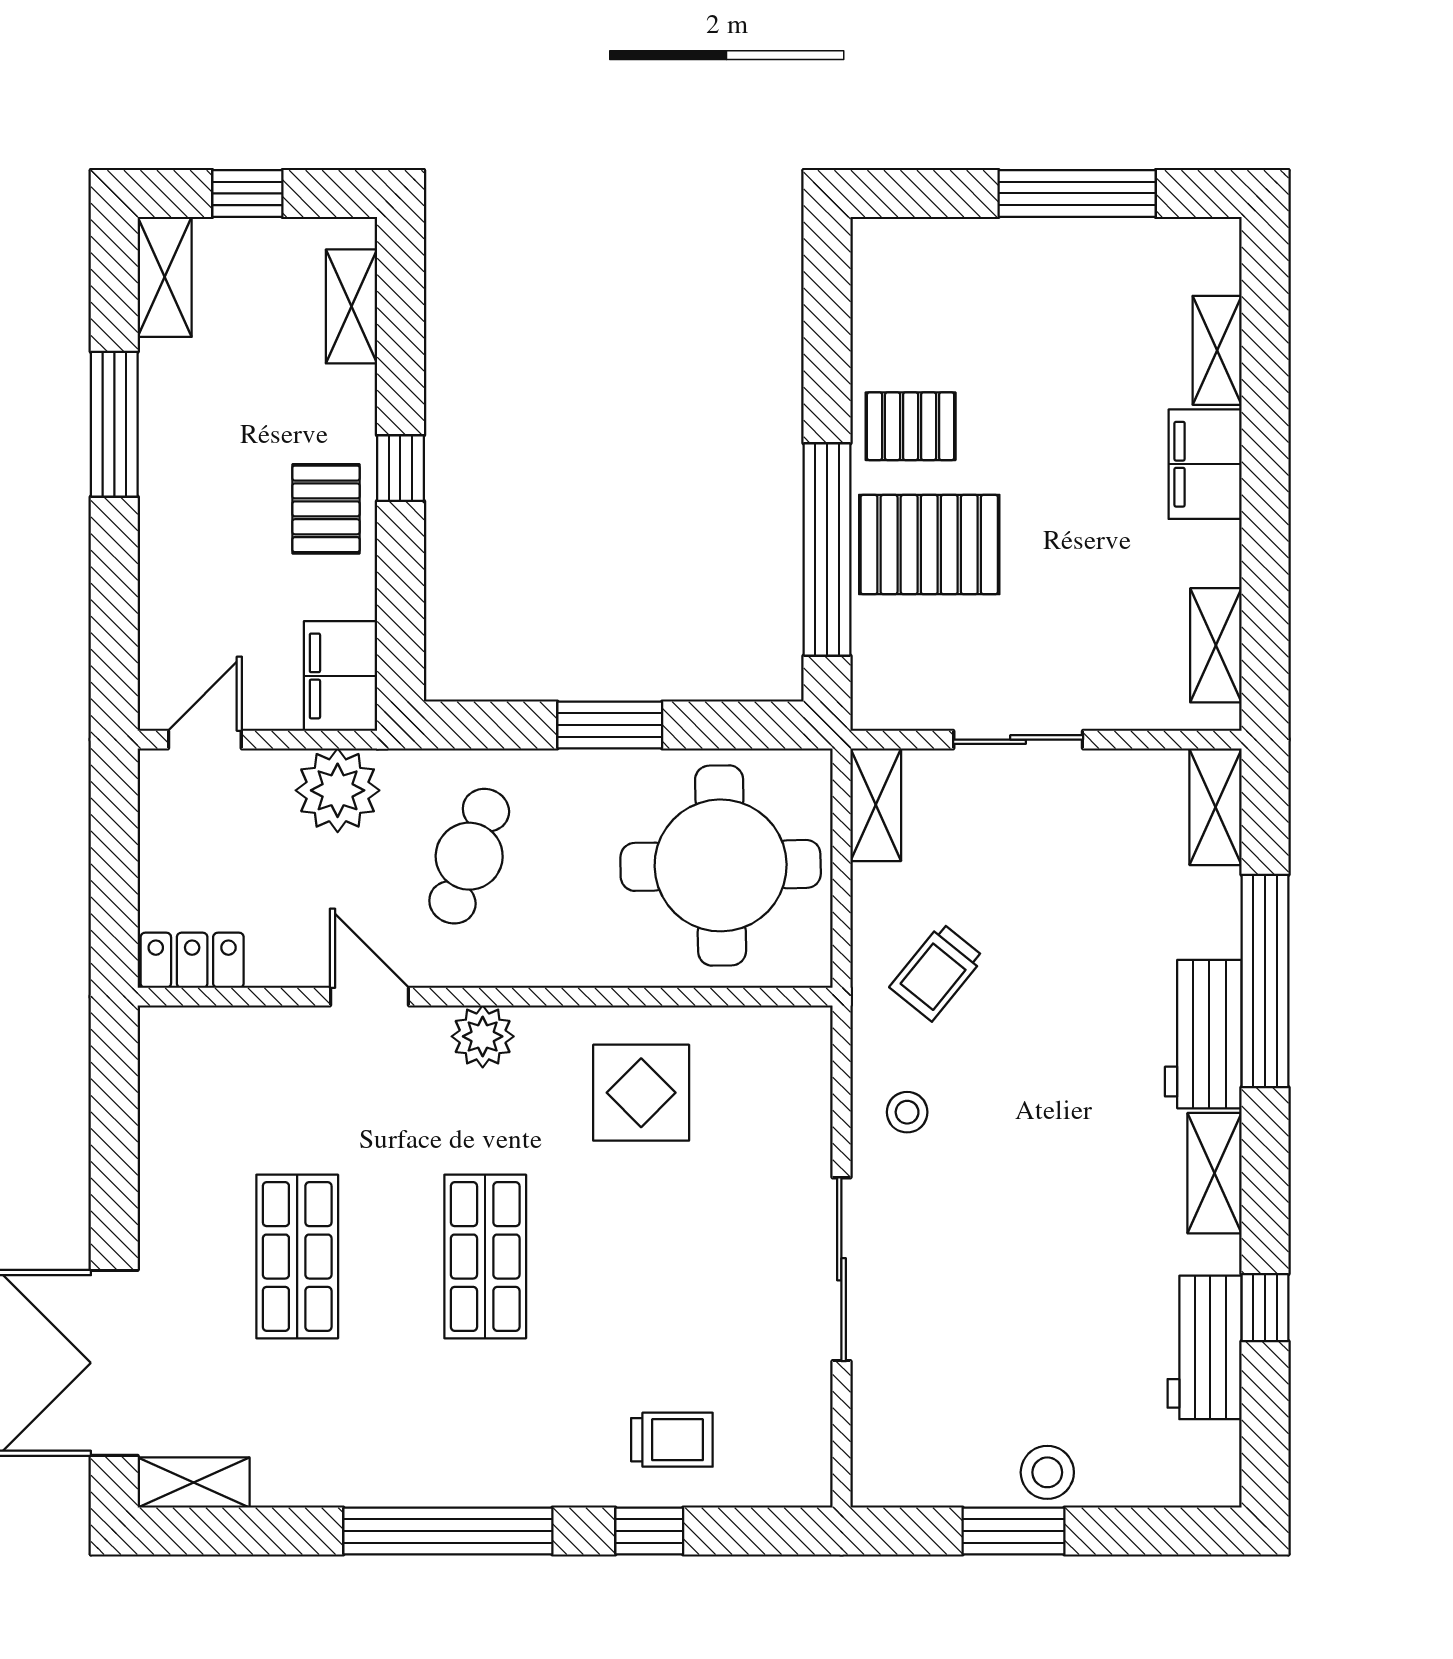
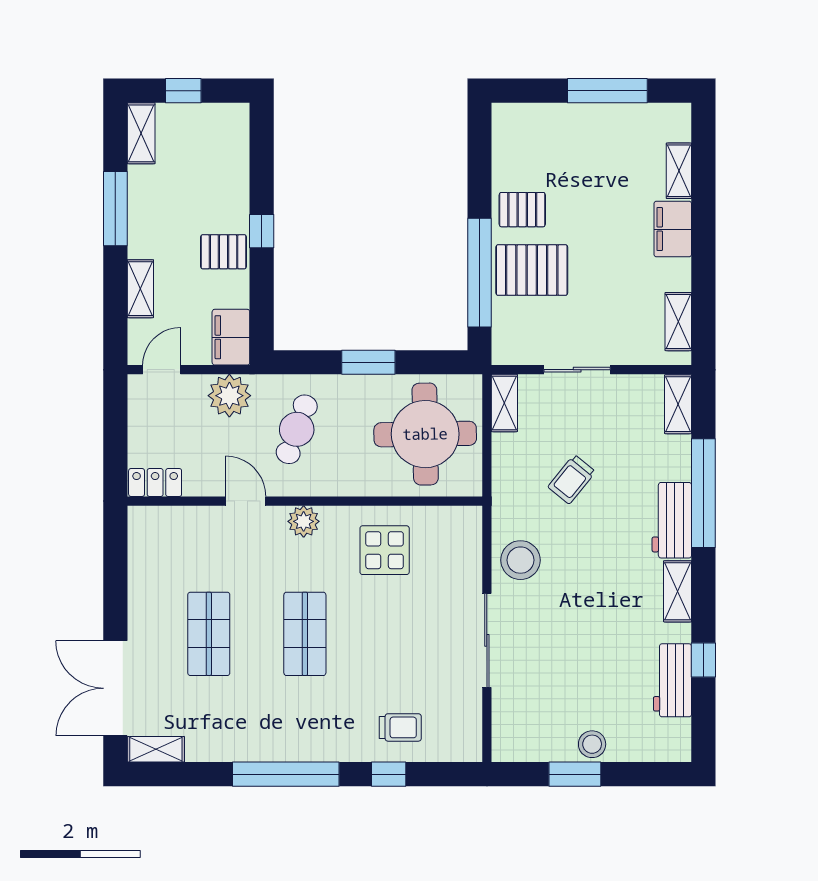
shelving: (351, 306) -> (140, 289), moved
pallet: (326, 509) -> (224, 252), turned 90
trolley: (937, 972) -> (572, 479), moved
stool: (907, 1112) -> (520, 560), width x1.89, depth x1.89

